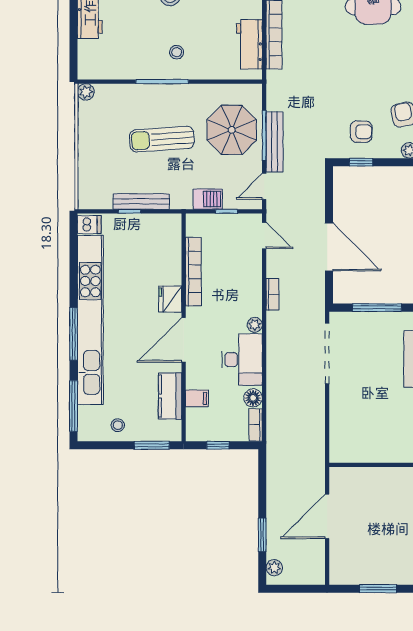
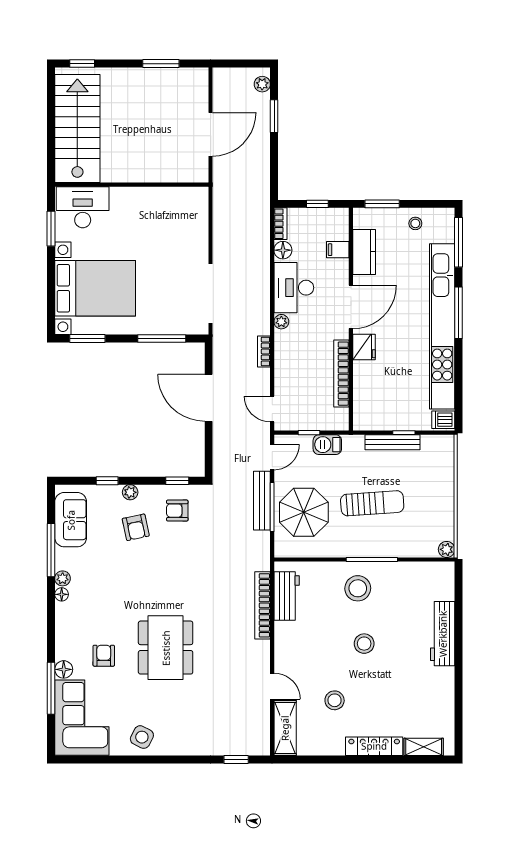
stool: (177, 52) -> (358, 588), width x1.89, depth x1.89

